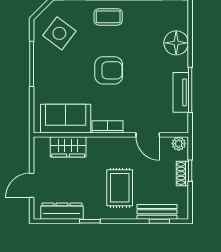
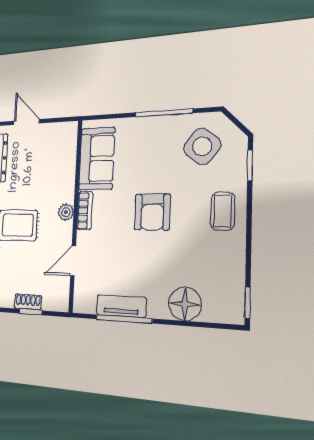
plant: (179, 144) -> (66, 212), moved
wardrobe: (68, 147) -> (65, 163), removed

